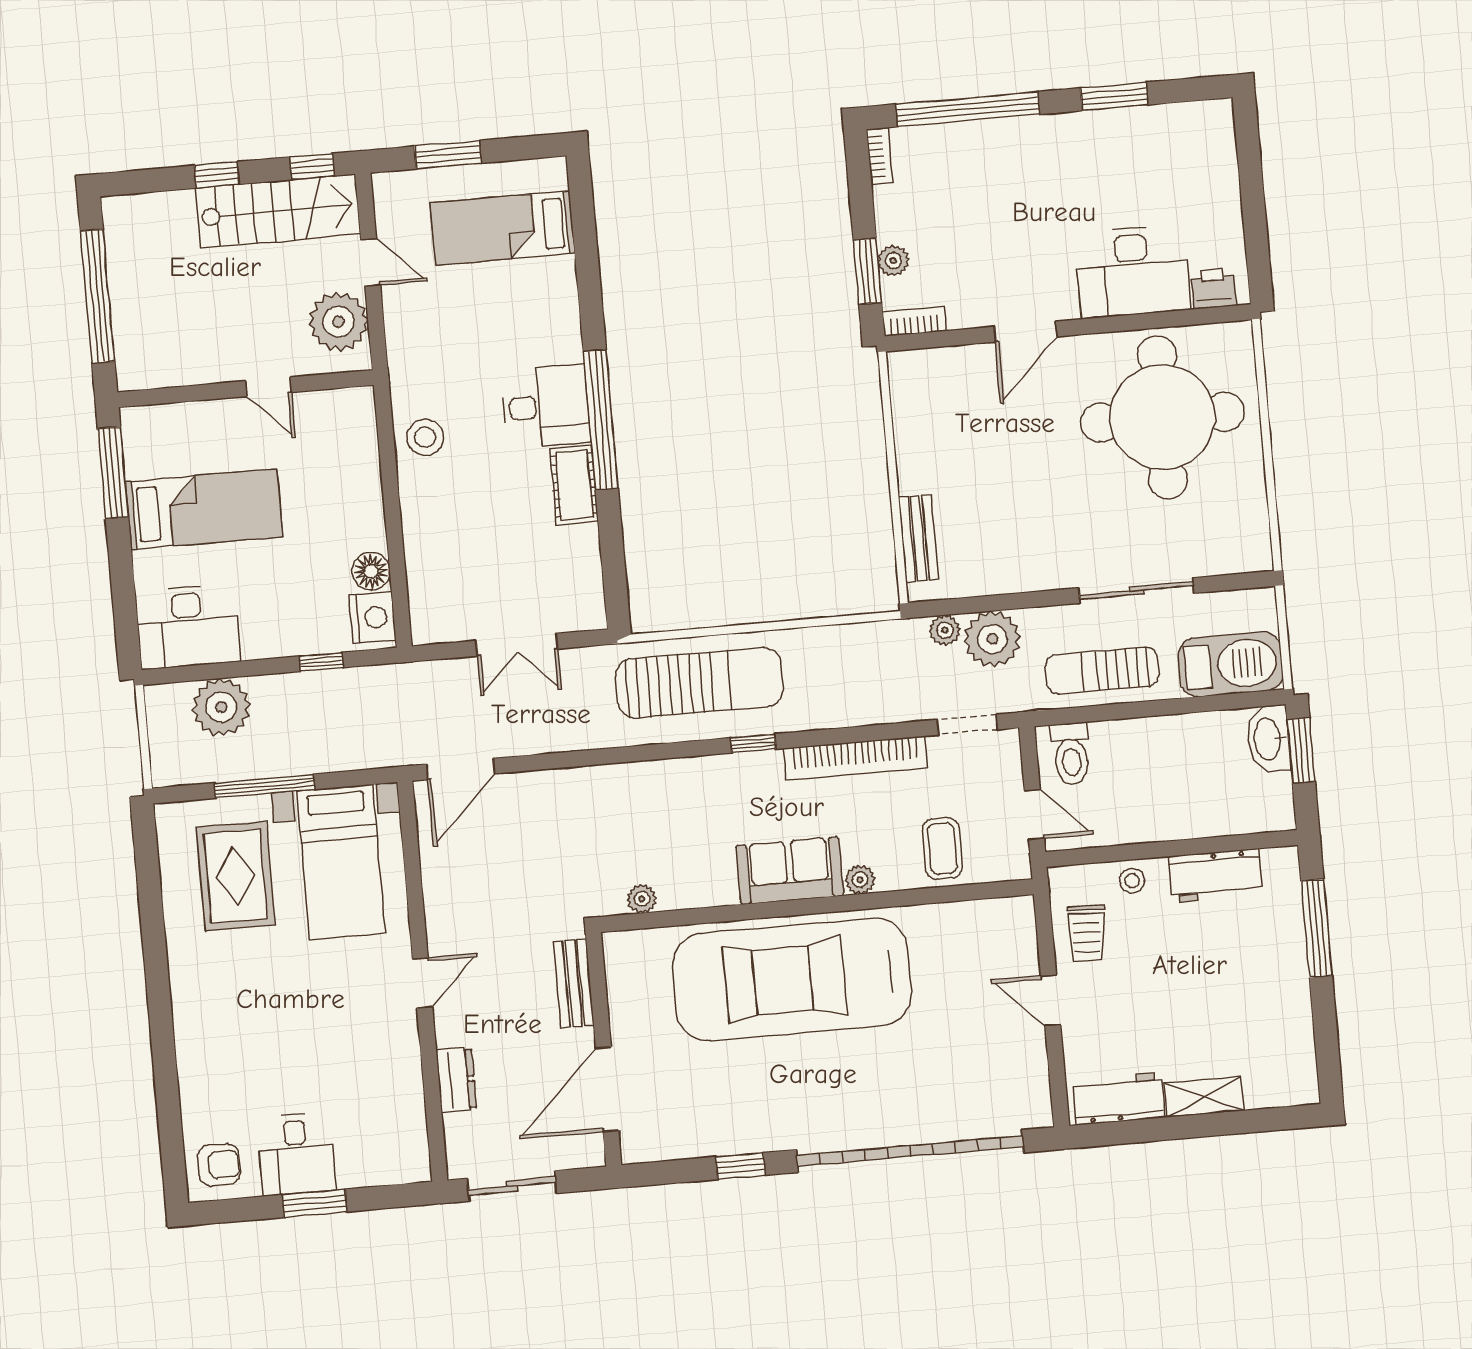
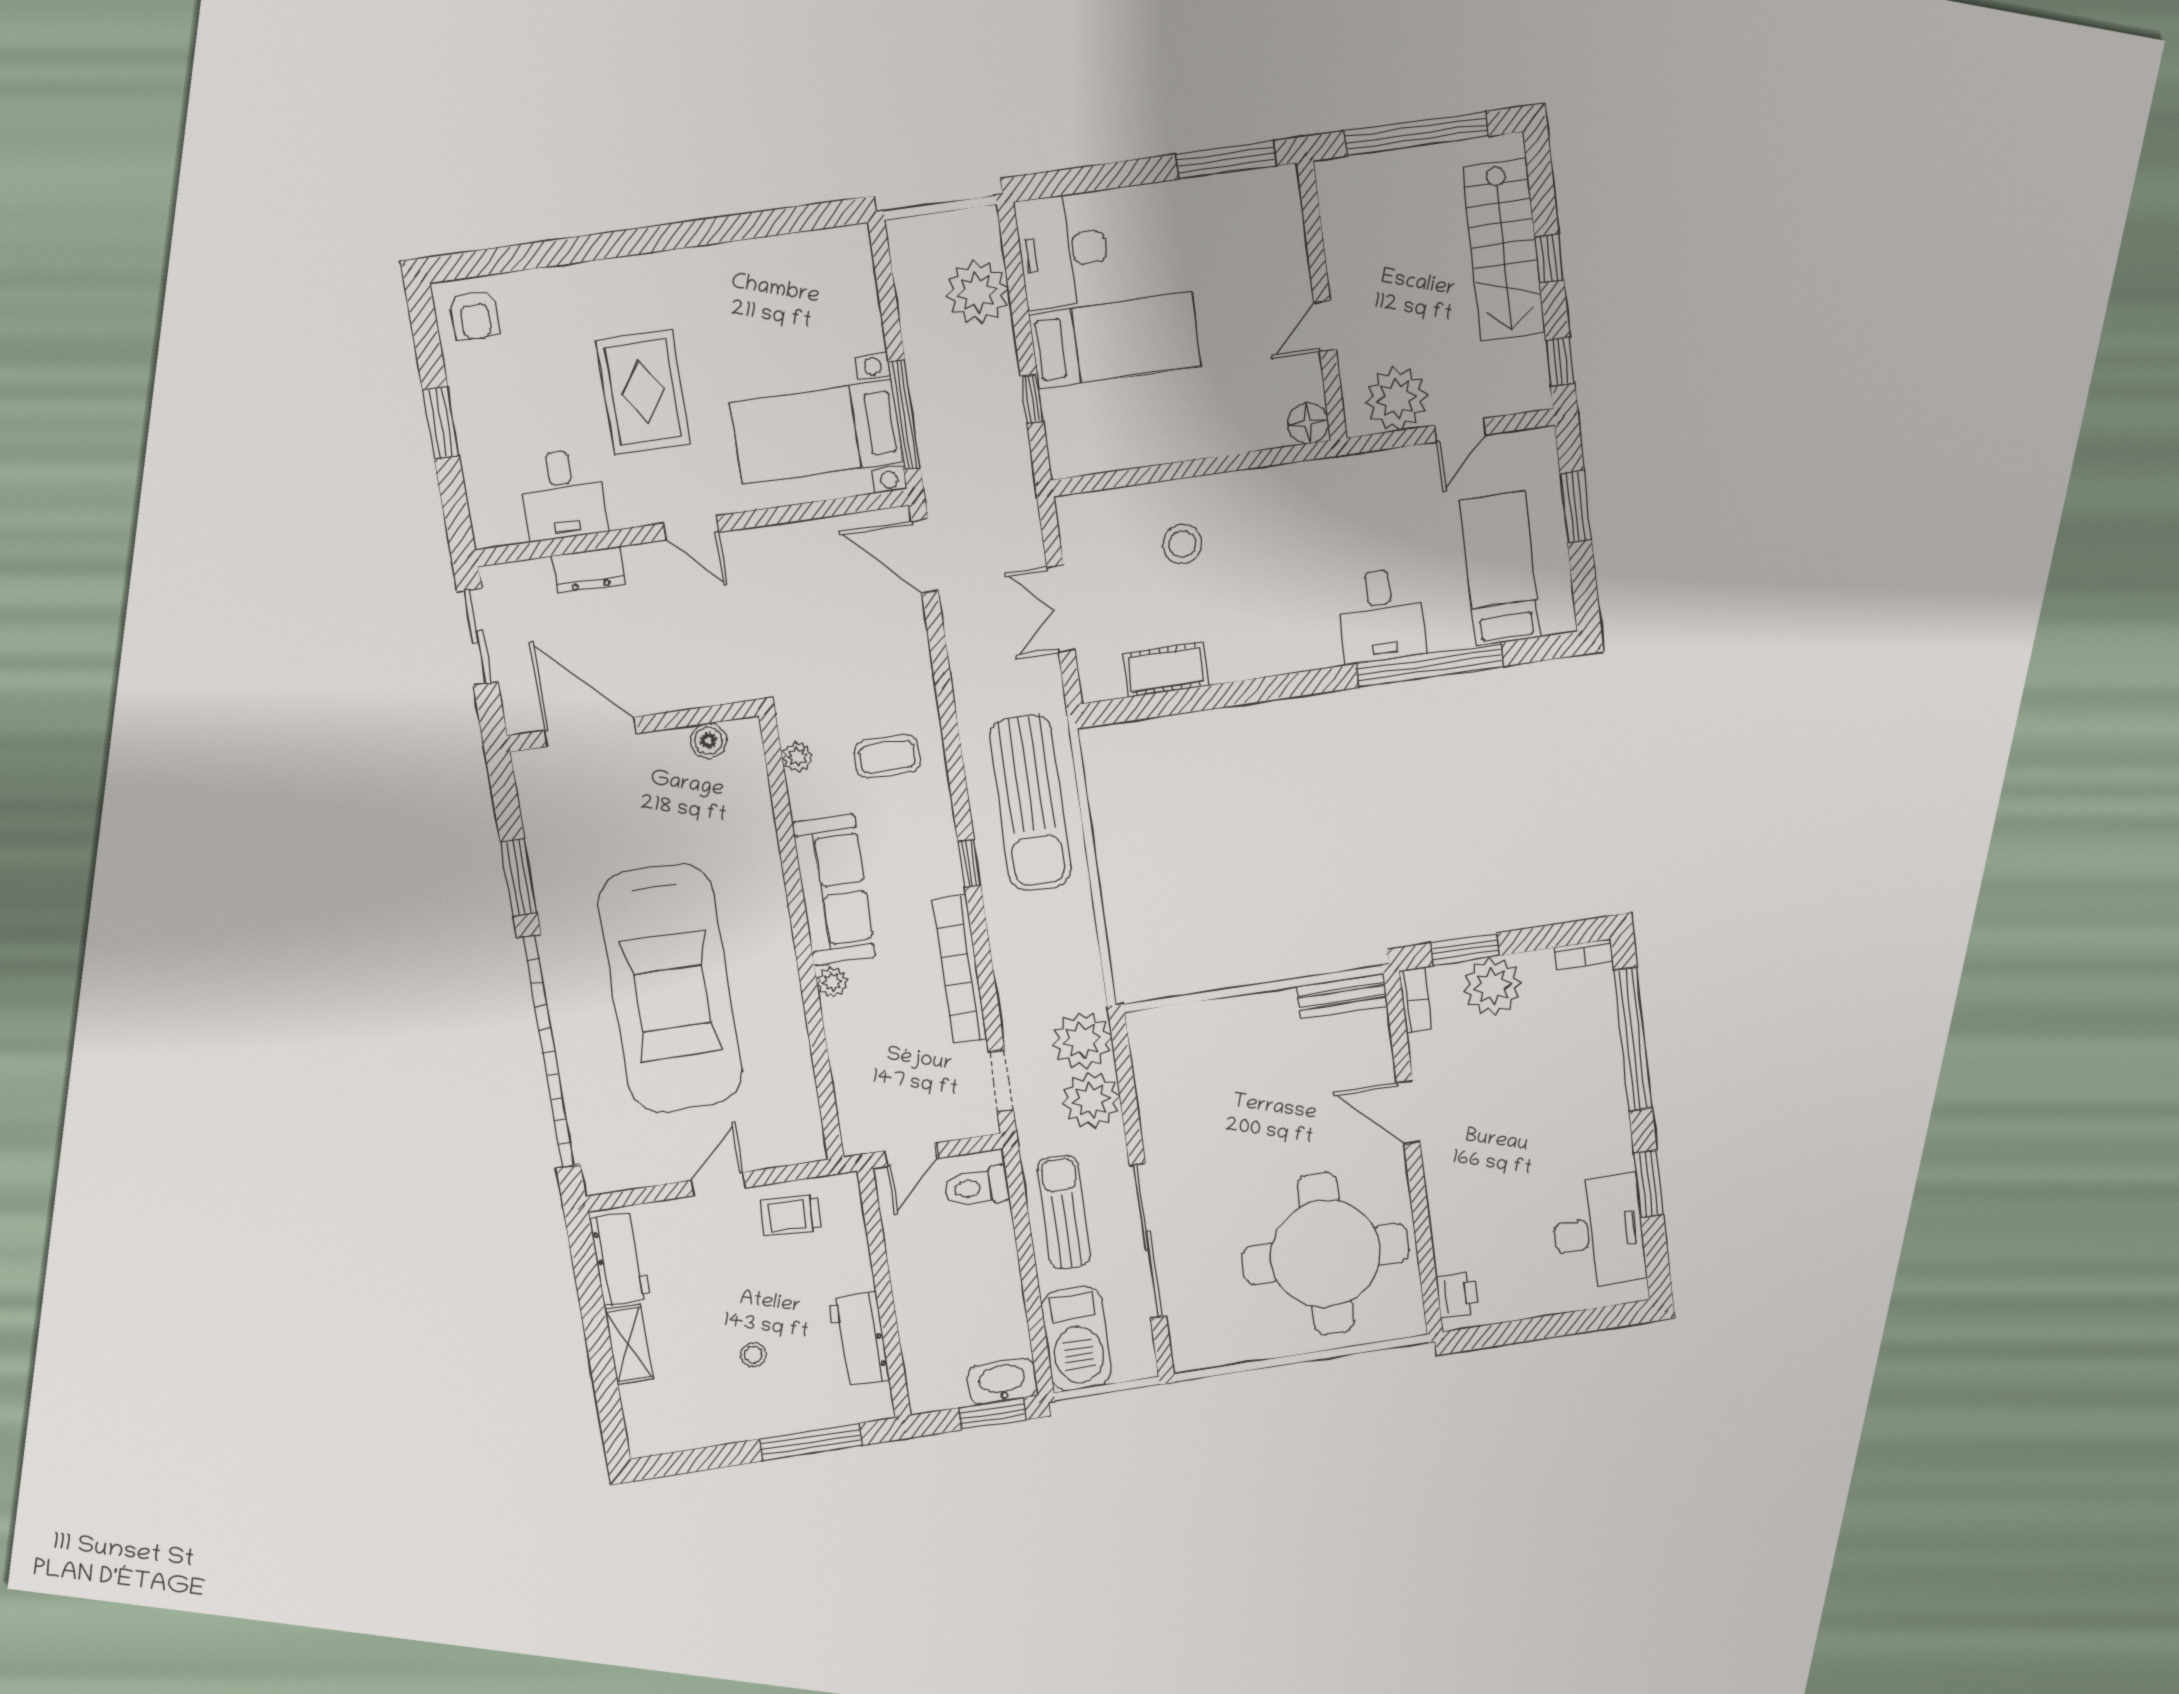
stairs: (278, 211) -> (1504, 250), moved
plant: (893, 261) -> (1492, 986), width x1.88, depth x1.88
desk: (1133, 271) -> (1599, 1232), moved, turned 180
desk: (546, 406) -> (1381, 615), moved
window: (601, 420) -> (1430, 665), moved
stool: (425, 437) -> (1182, 544), moved
cot: (574, 485) -> (1166, 670), moved
bed: (204, 509) -> (1115, 340), moved, turned -90
bench: (918, 538) -> (1342, 996), moved
floor lamp: (371, 571) -> (1308, 423), moved
sliding door: (1137, 590) -> (1148, 1241), width x1.36
nightstand: (372, 617) -> (1082, 452), removed
plant: (945, 630) -> (1082, 1040), width x1.87, depth x1.87
window: (264, 786) -> (904, 415), moved
coffee table: (942, 848) -> (887, 757), moved
sofa: (790, 871) -> (834, 890), width x1.36
rug: (236, 876) -> (643, 392), moved, turned 90
stool: (1132, 881) -> (753, 1355), moved
car: (792, 980) -> (671, 989), moved, turned 180
boiler: (622, 981) -> (708, 741), added
bench: (574, 983) -> (702, 690), removed
desk: (296, 1154) -> (563, 494), moved, turned -90
window: (740, 1166) -> (519, 877), width x1.50

